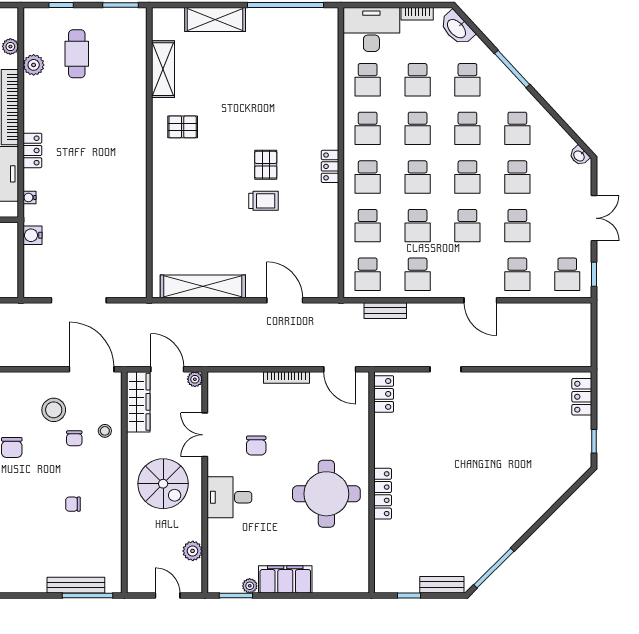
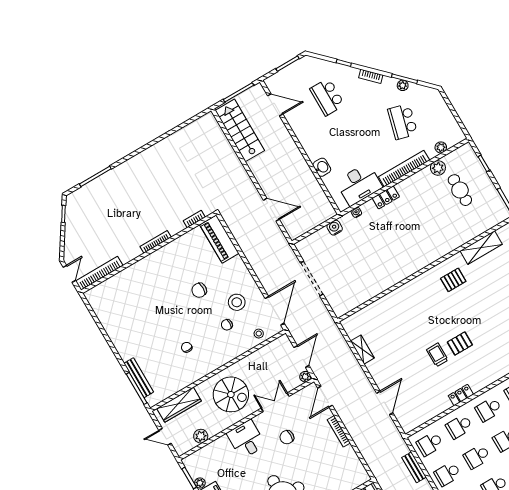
cafe table: (77, 54) -> (460, 190), turned 90
pallet: (183, 127) -> (453, 280), turned 90
locker: (330, 166) -> (461, 395), moved
trolley: (263, 201) -> (437, 355), turned 180
shelving: (203, 286) -> (362, 350), width x0.45, depth x0.75
door: (340, 369) -> (325, 397), moved
wardrobe: (138, 402) -> (179, 405), moved
stool: (105, 431) -> (259, 334), moved
spiral stairs: (163, 484) -> (231, 394), turned -90
door: (168, 596) -> (165, 437), swing flipped

